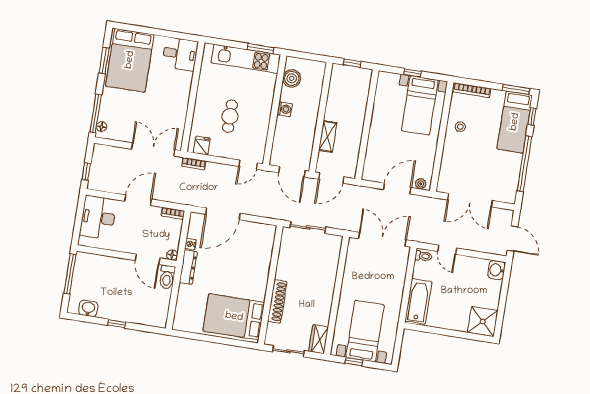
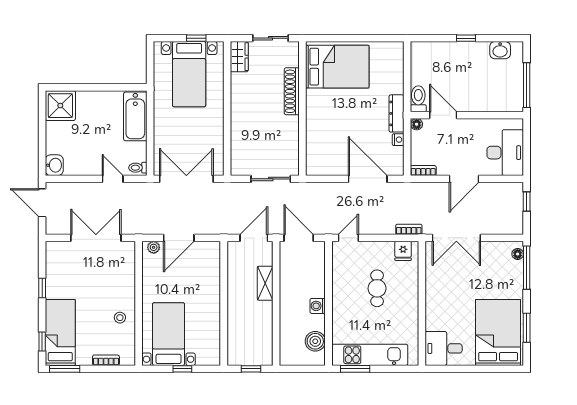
bookcase: (472, 90) -> (106, 360), width x0.64
window: (524, 164) -> (42, 288), width x0.32
door: (223, 214) -> (368, 179), hinge flipped
double door: (382, 239) -> (186, 179), swing flipped

